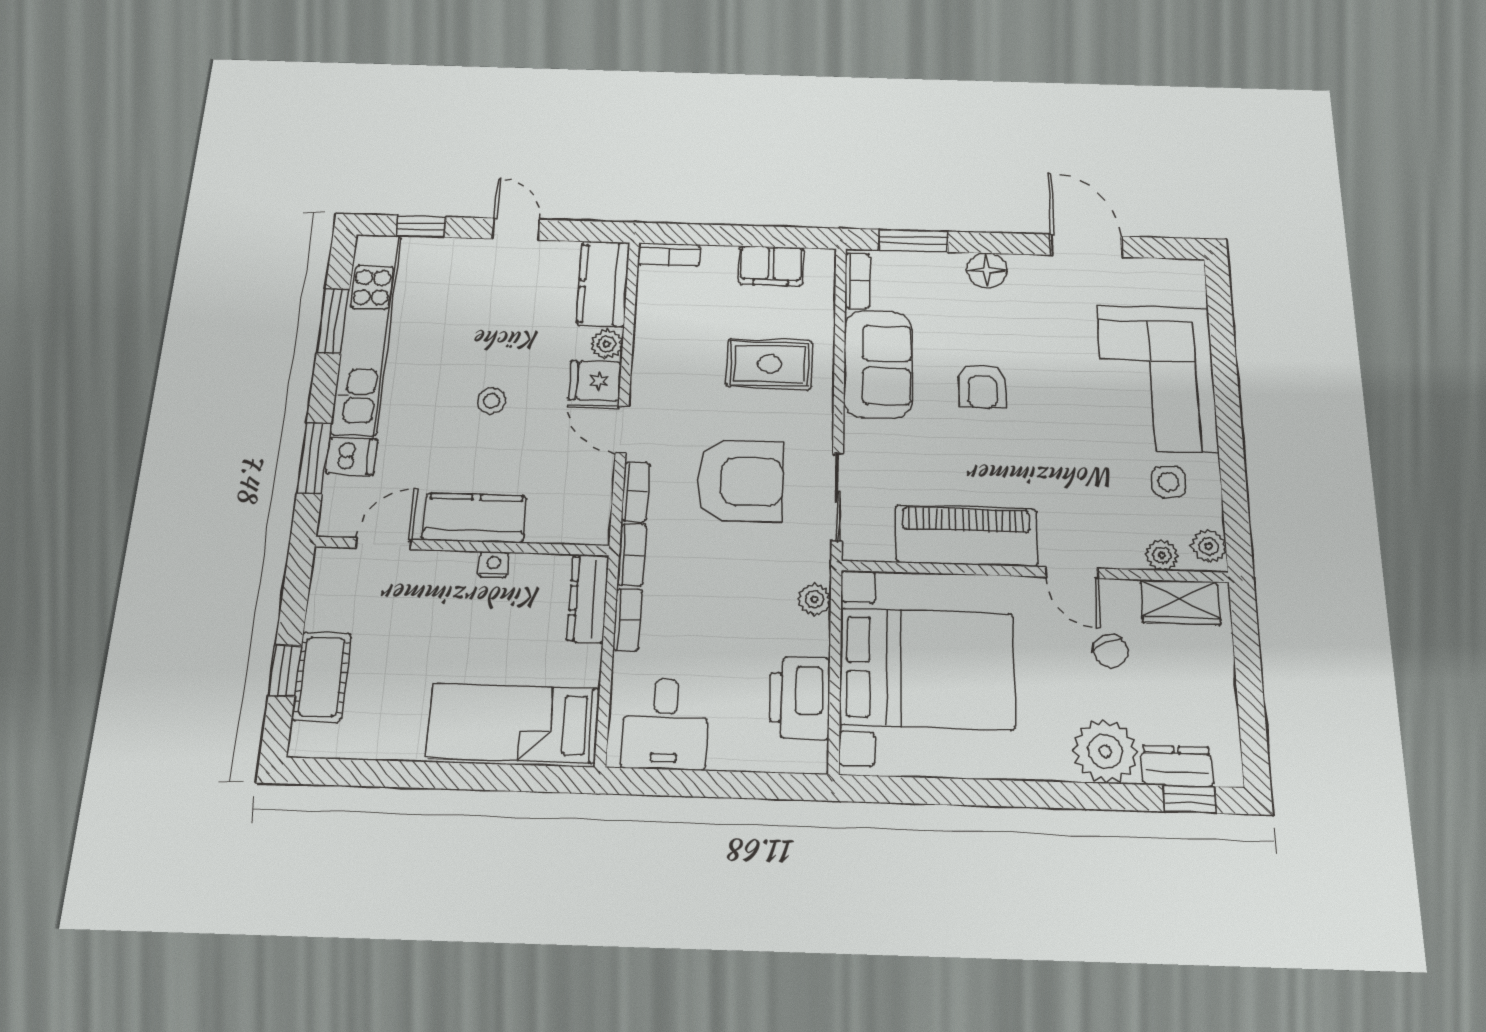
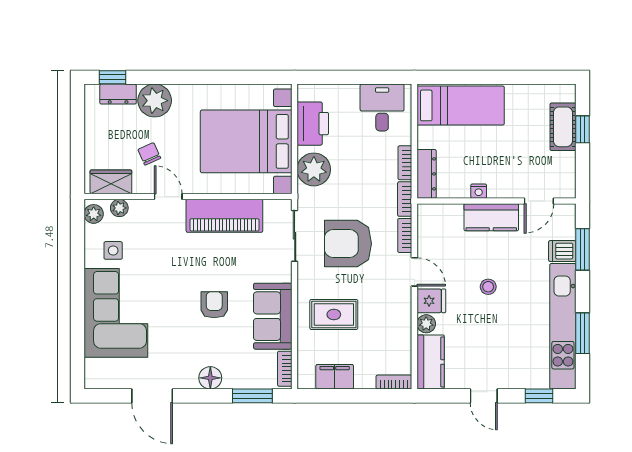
plant: (814, 599) -> (314, 169), width x1.88, depth x1.88

